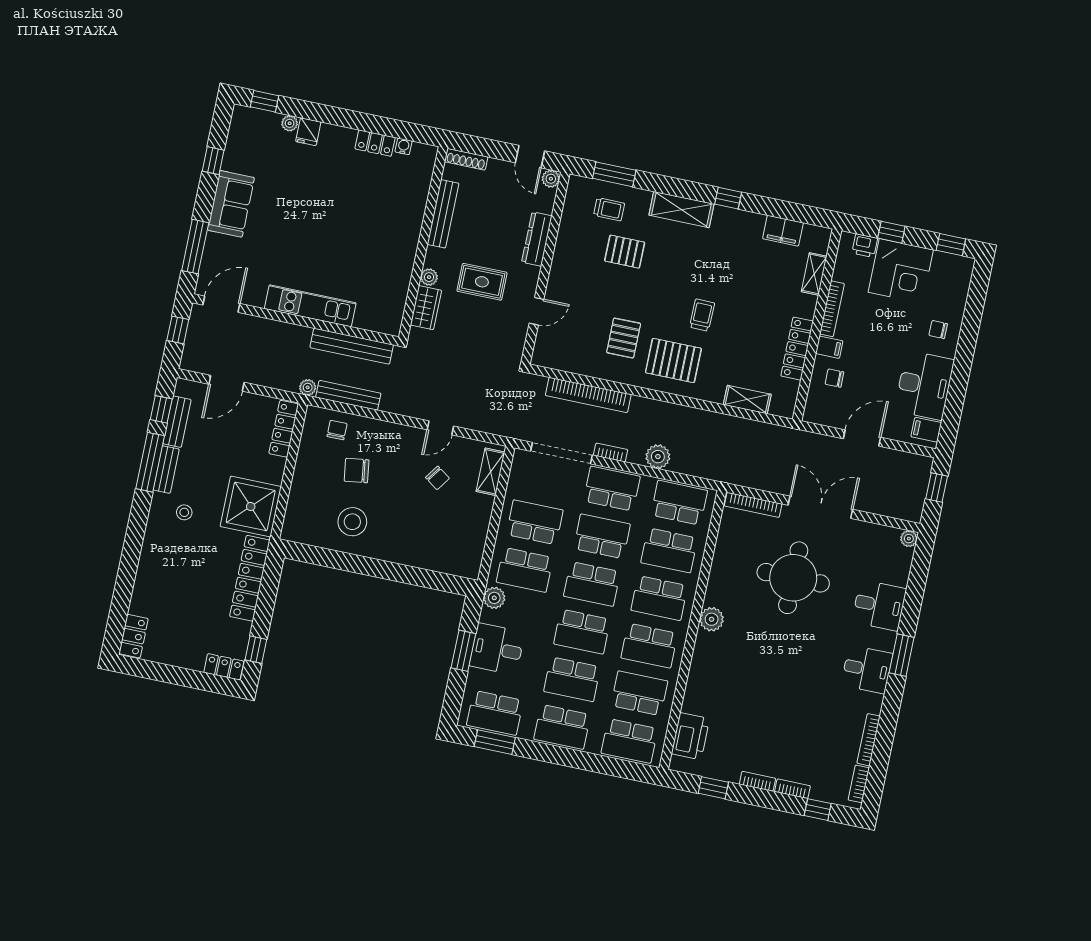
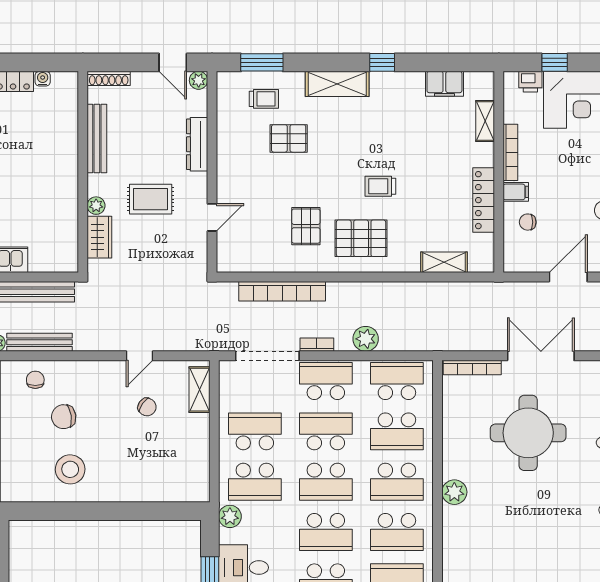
trolley: (702, 315) -> (380, 186), turned -91

